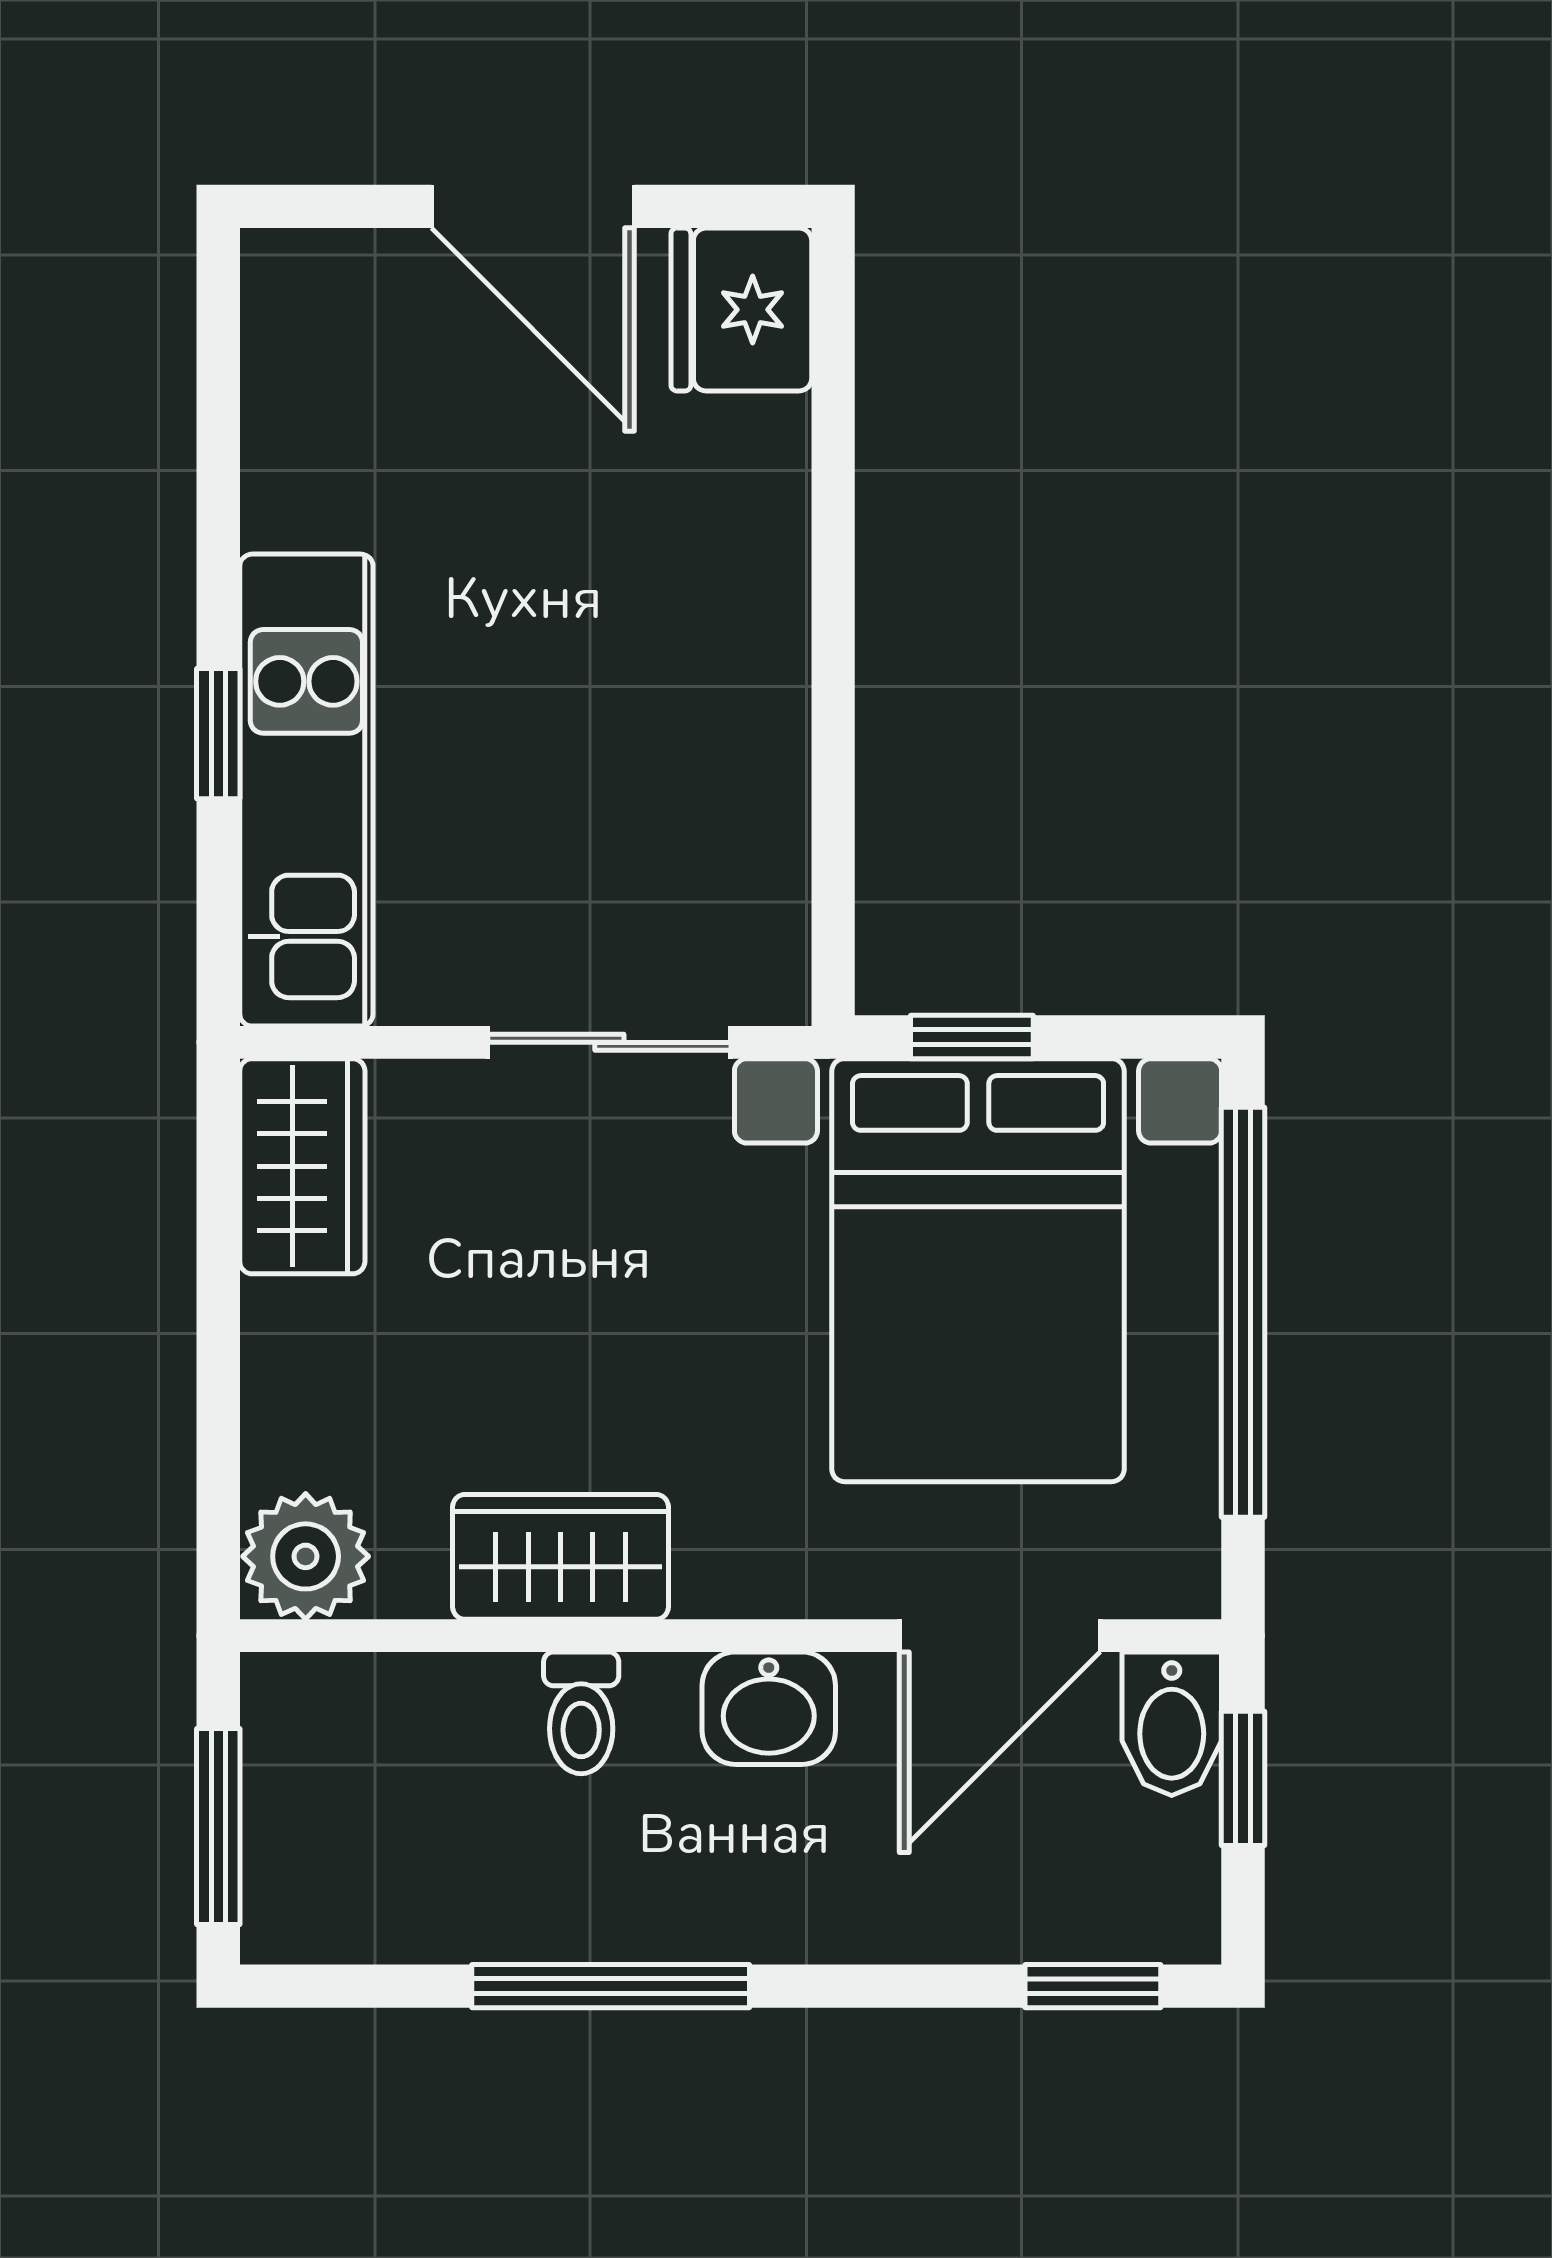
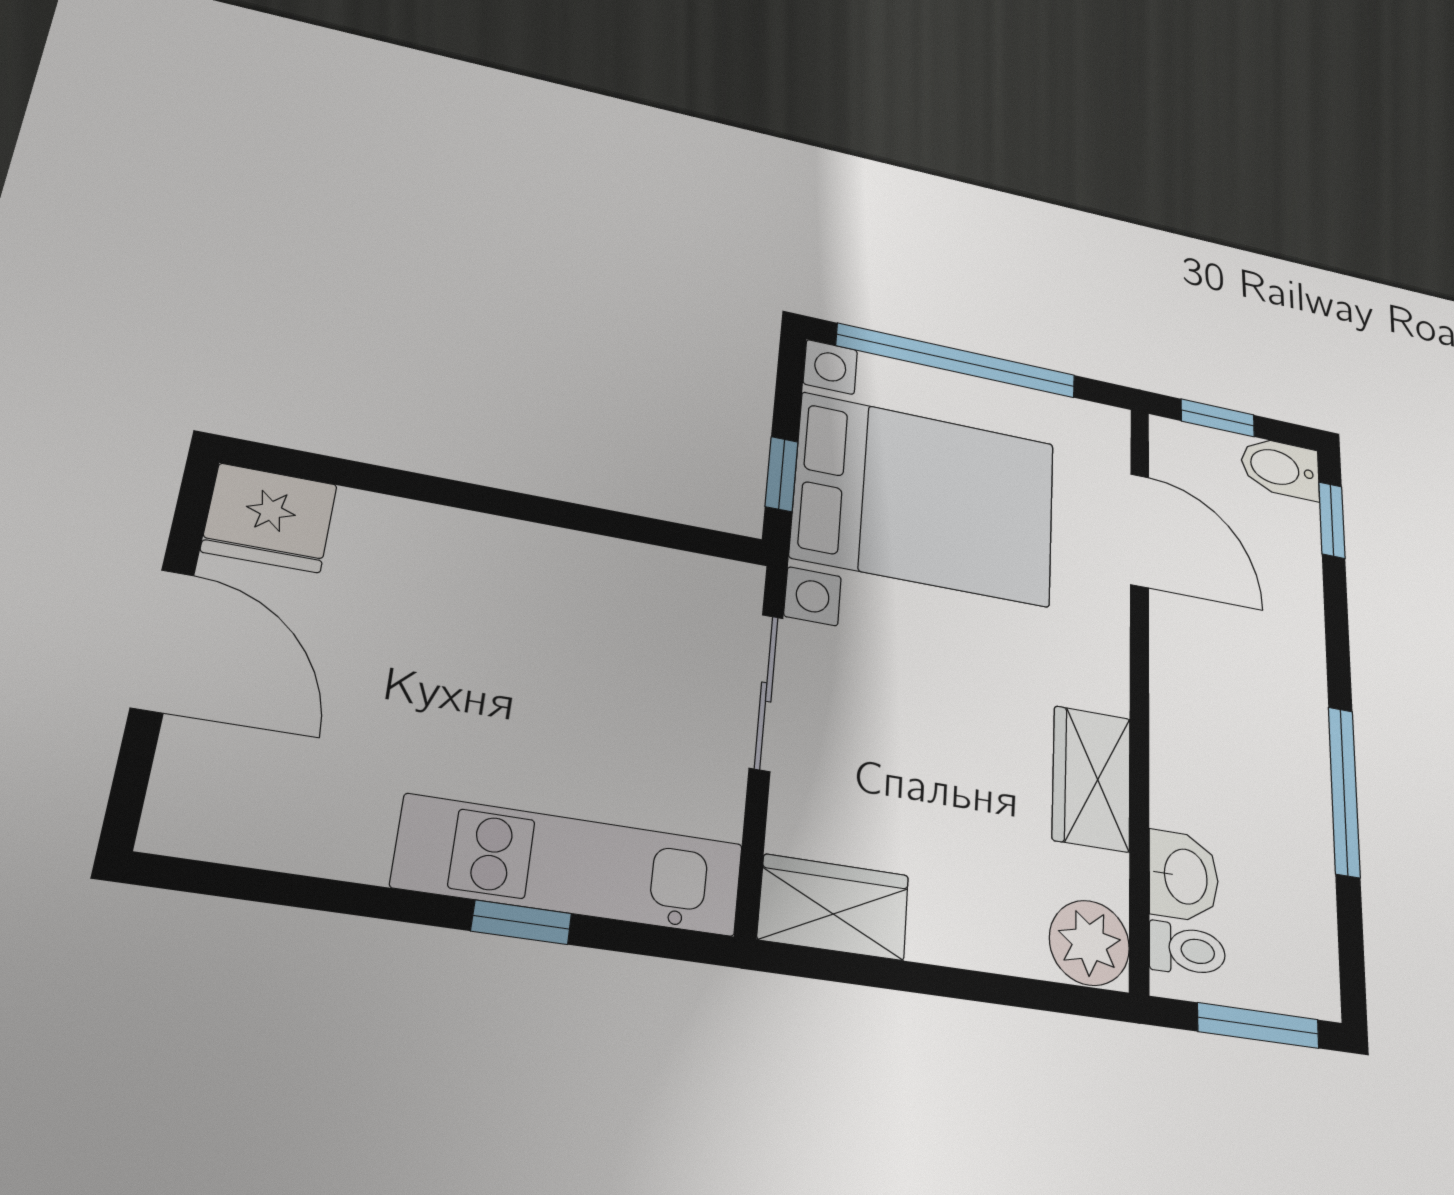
door: (533, 206) -> (162, 641), hinge flipped
washbasin: (769, 1708) -> (1184, 876), moved
toilet: (581, 1713) -> (1187, 950), moved
bidet: (1172, 1724) -> (1280, 468), moved, turned 180

